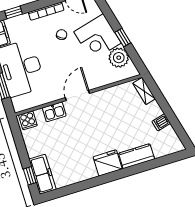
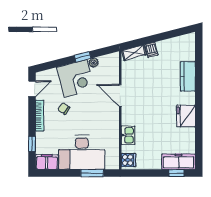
plant: (119, 58) -> (94, 63), width x0.53, depth x0.53
door: (77, 95) -> (120, 96), moved
dishwasher: (161, 122) -> (151, 50), moved
fridge: (108, 163) -> (186, 116), moved

